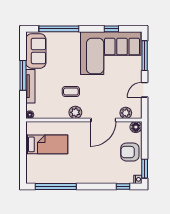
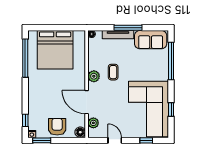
window: (145, 56) -> (146, 140), width x0.46
bed: (47, 144) -> (55, 50), width x2.04

